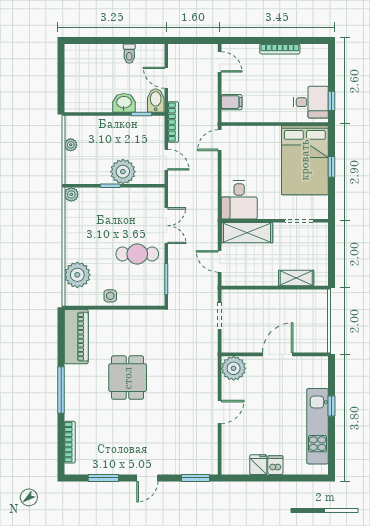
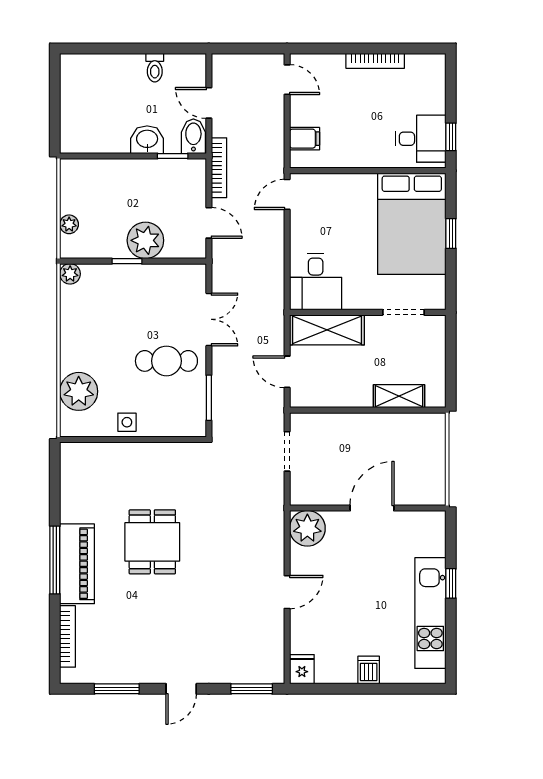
plant: (71, 145) -> (69, 224), moved
piano: (76, 337) -> (77, 564), moved
fridge: (258, 465) -> (302, 669), moved

